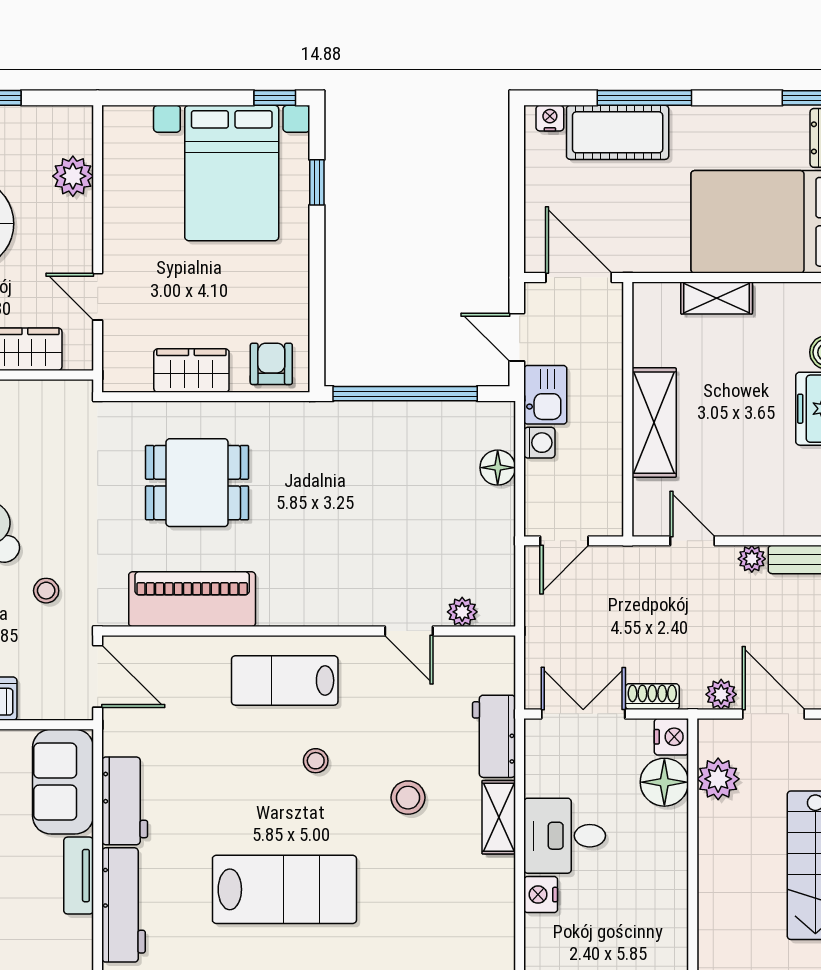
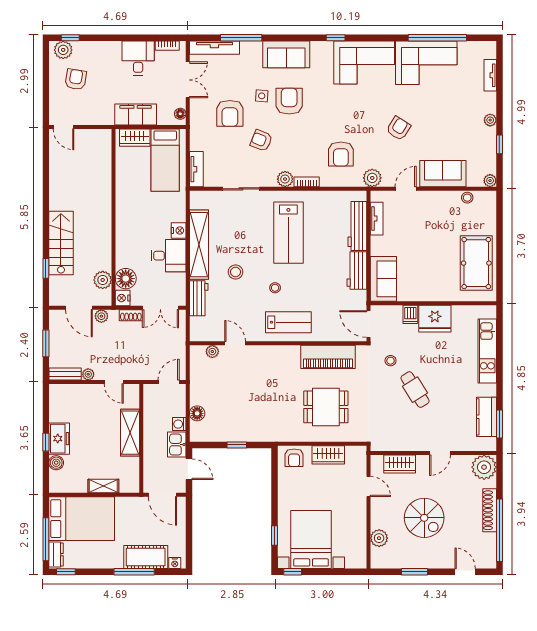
window: (405, 394) -> (237, 445), width x0.32
shelving: (499, 817) -> (199, 245), width x2.20, depth x1.33
tv unit: (79, 876) -> (377, 219), moved
lab bench: (284, 889) -> (288, 233), turned -90

